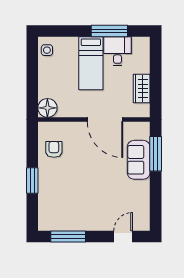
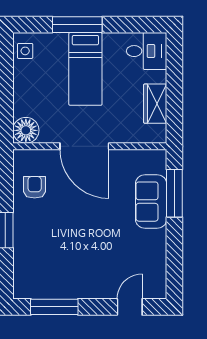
window: (109, 31) -> (77, 25), moved
desk: (117, 51) -> (147, 51), moved, turned 90
door: (105, 120) -> (84, 146), moved

